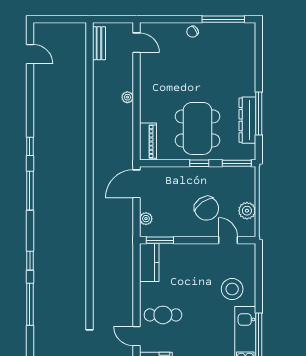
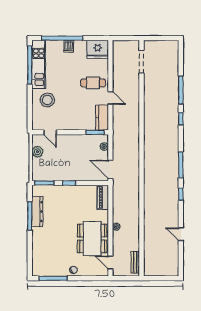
door: (30, 54) -> (181, 234), moved
dining table: (197, 128) -> (92, 238), moved
door: (136, 184) -> (110, 169), swing flipped
chair: (207, 208) -> (64, 153), removed
door: (136, 336) -> (110, 98), moved

